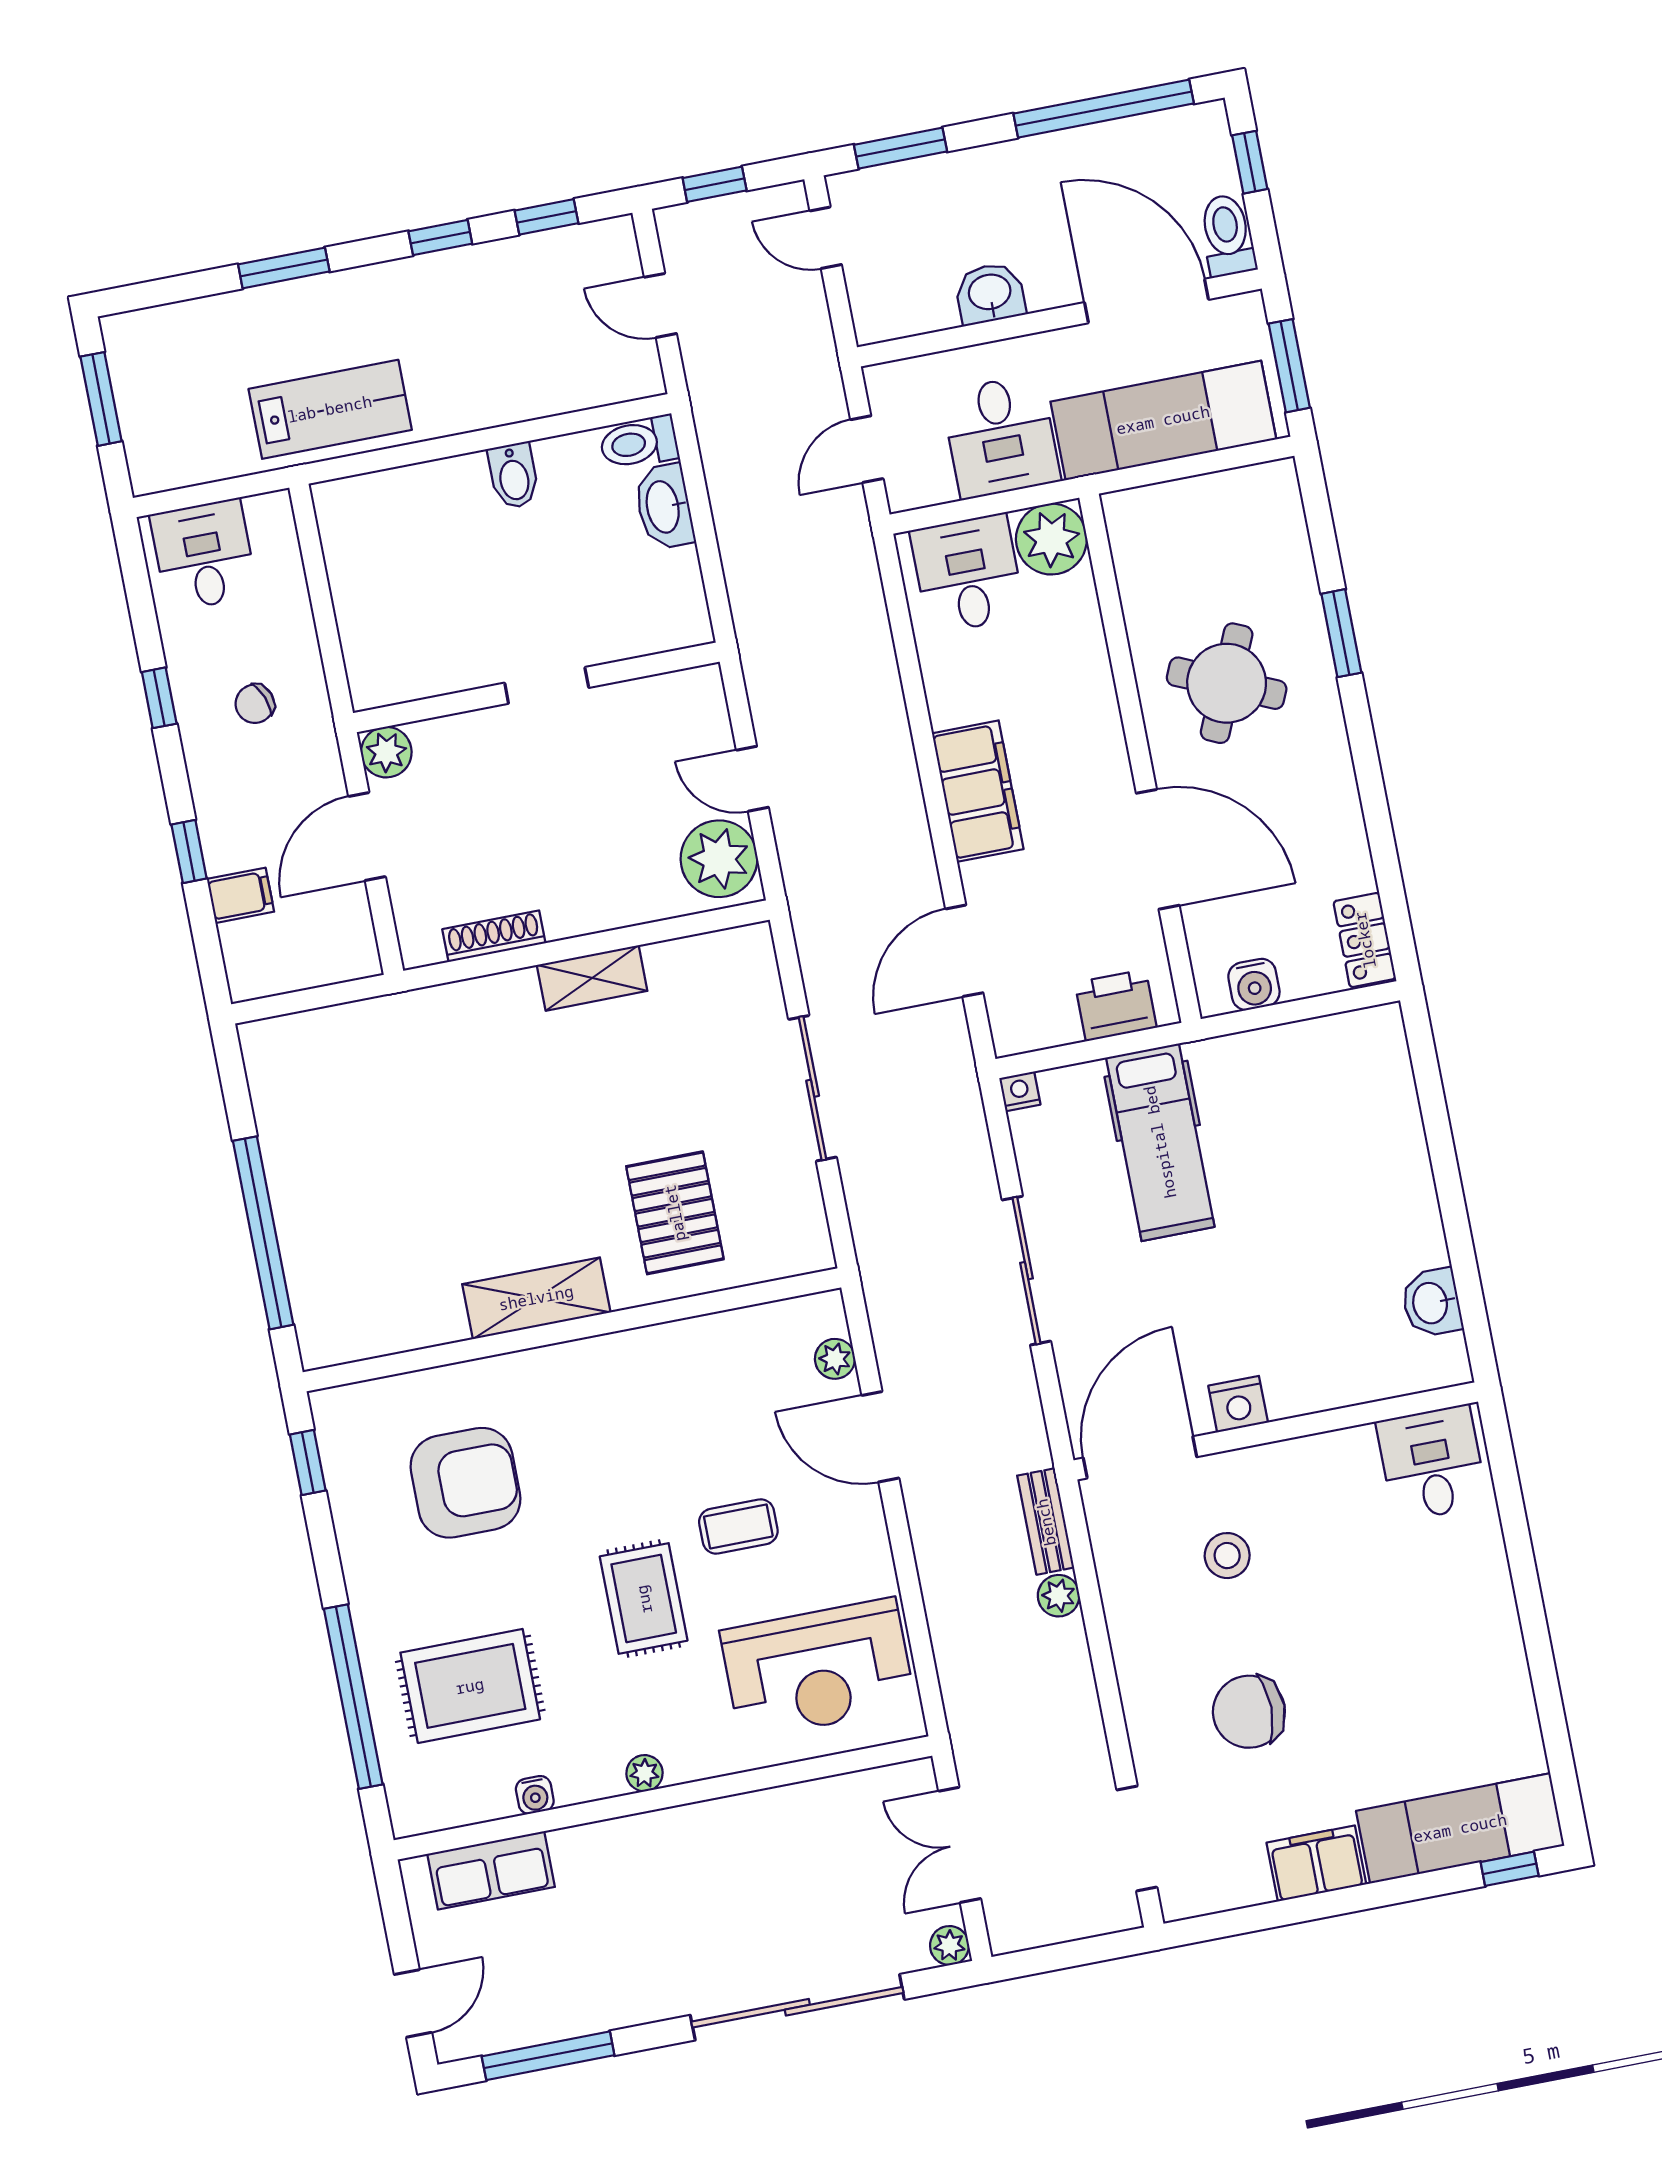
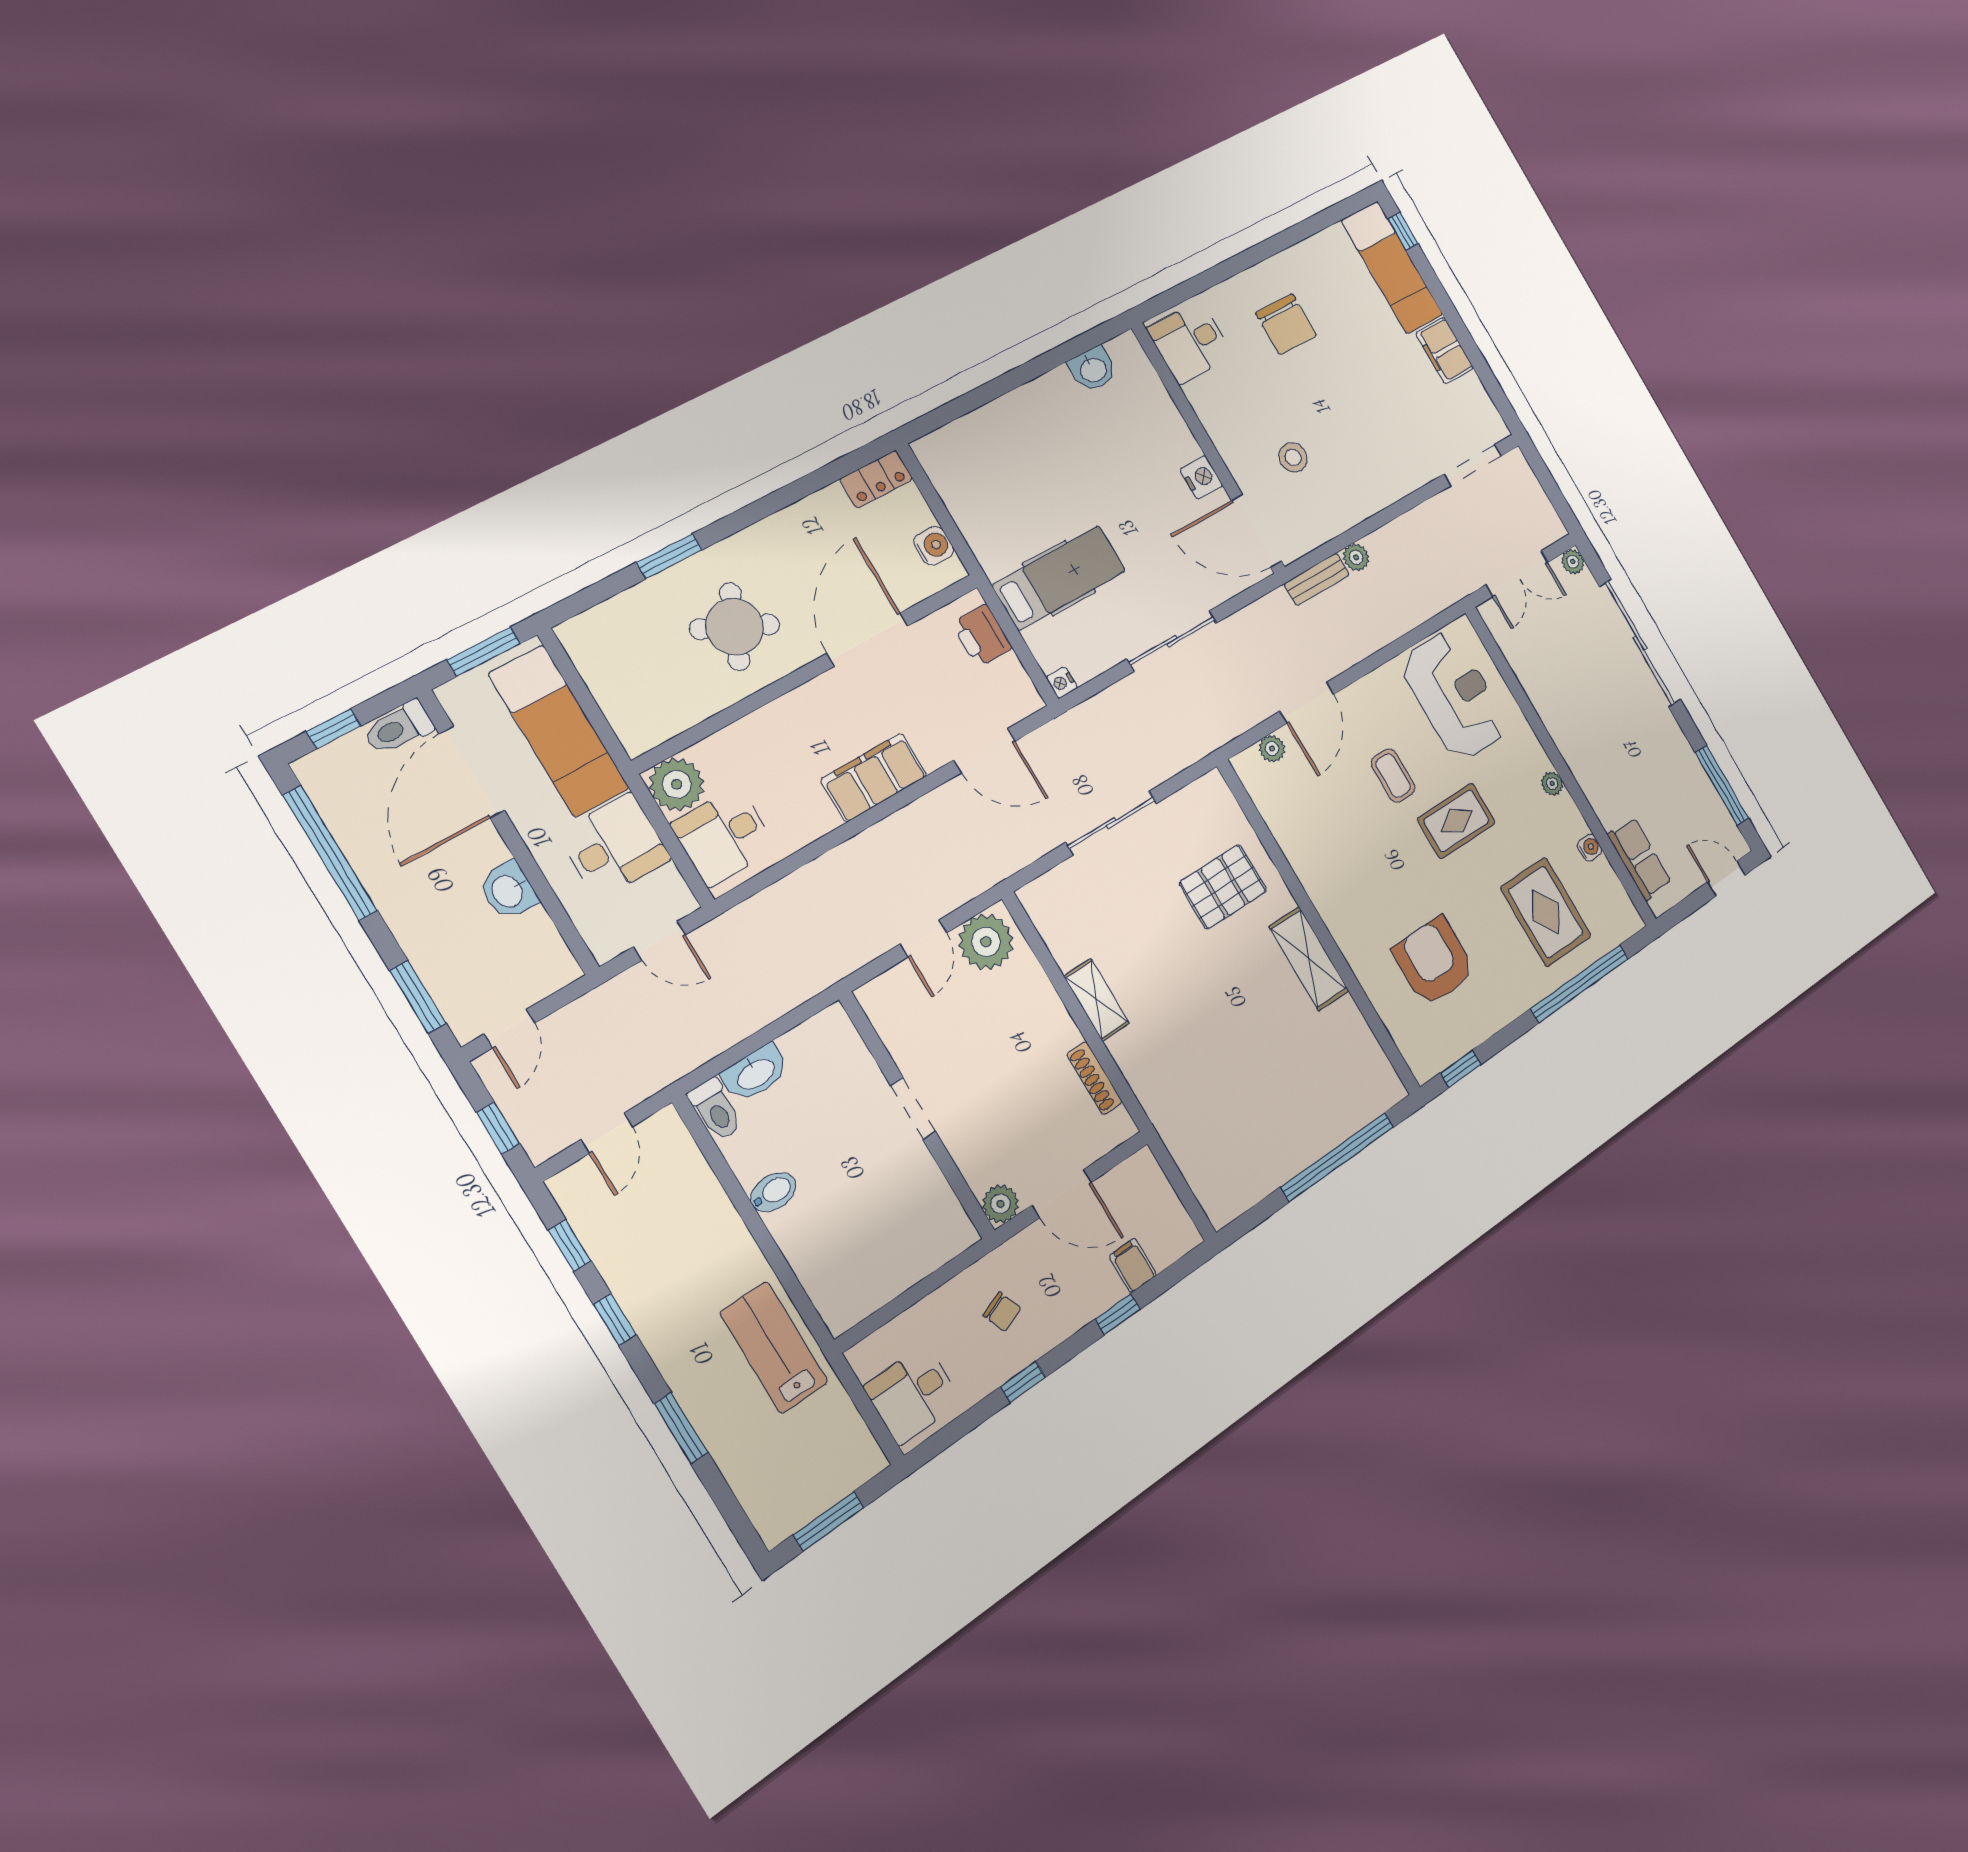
chair: (1249, 1712) -> (1286, 324), moved

